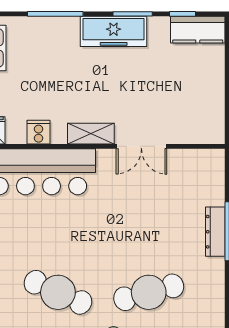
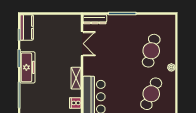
double door: (141, 146) -> (82, 44), moved
dresser: (215, 232) -> (95, 19), moved
cafe table: (149, 292) -> (151, 51), turned 30

